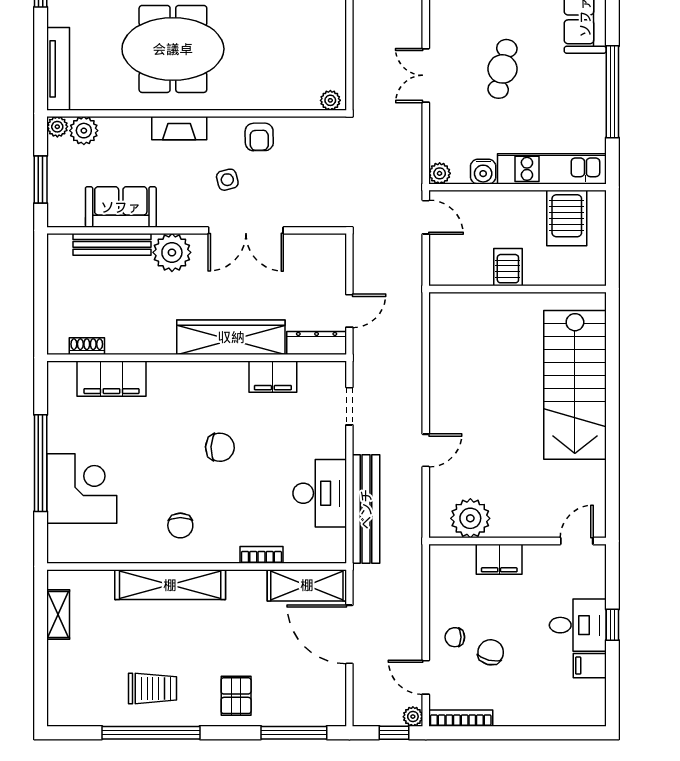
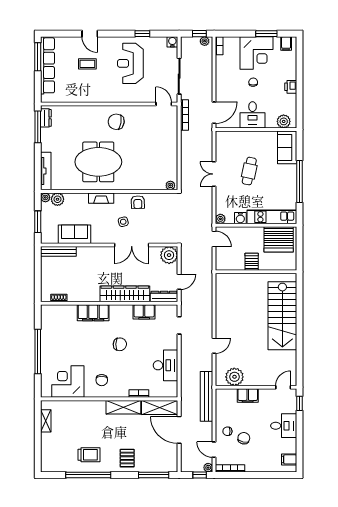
server rack: (567, 218) -> (279, 239), width x1.60
bench: (112, 244) -> (58, 251), moved
plant: (172, 252) -> (169, 255), moved
filing cabinet: (111, 379) -> (93, 313), moved
corner desk: (82, 488) -> (68, 382), moved, turned -90
bench: (366, 509) -> (206, 396), moved
shelving: (170, 585) -> (123, 407), moved, width x0.68
window: (612, 625) -> (300, 403), moved
filing cabinet: (590, 666) -> (289, 459), moved

